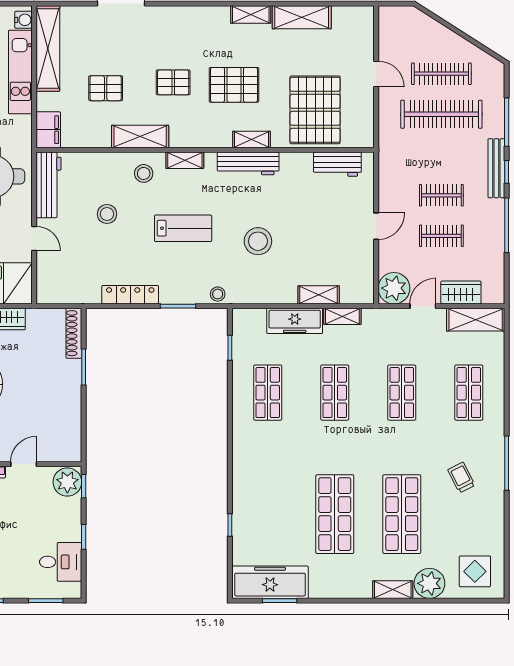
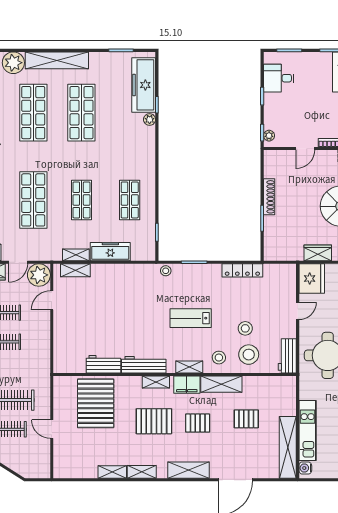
shelving: (186, 17) -> (189, 470), added
shelving: (302, 17) -> (112, 472), width x0.67, depth x0.75
filing cabinet: (48, 130) -> (187, 385), moved, turned -90
shelving: (251, 139) -> (156, 382), moved
workbench: (337, 164) -> (103, 364), moved
workbench: (48, 185) -> (287, 356), width x0.73
door: (376, 226) -> (52, 300), moved
door: (34, 238) -> (298, 311), swing flipped
stool: (258, 241) -> (249, 355), moved
locker: (130, 295) -> (242, 270), moved
shelving: (319, 295) -> (75, 270), moved
shoe rack: (74, 333) -> (269, 197), moved
shop shelf: (402, 393) -> (33, 200), width x1.43, depth x1.36
plant: (67, 482) -> (269, 136), width x0.53, depth x0.53
plant: (240, 504) -> (150, 119), added
freezer: (270, 582) -> (144, 85), moved, turned 90
shelving: (393, 590) -> (57, 60), width x2.20, depth x1.33

